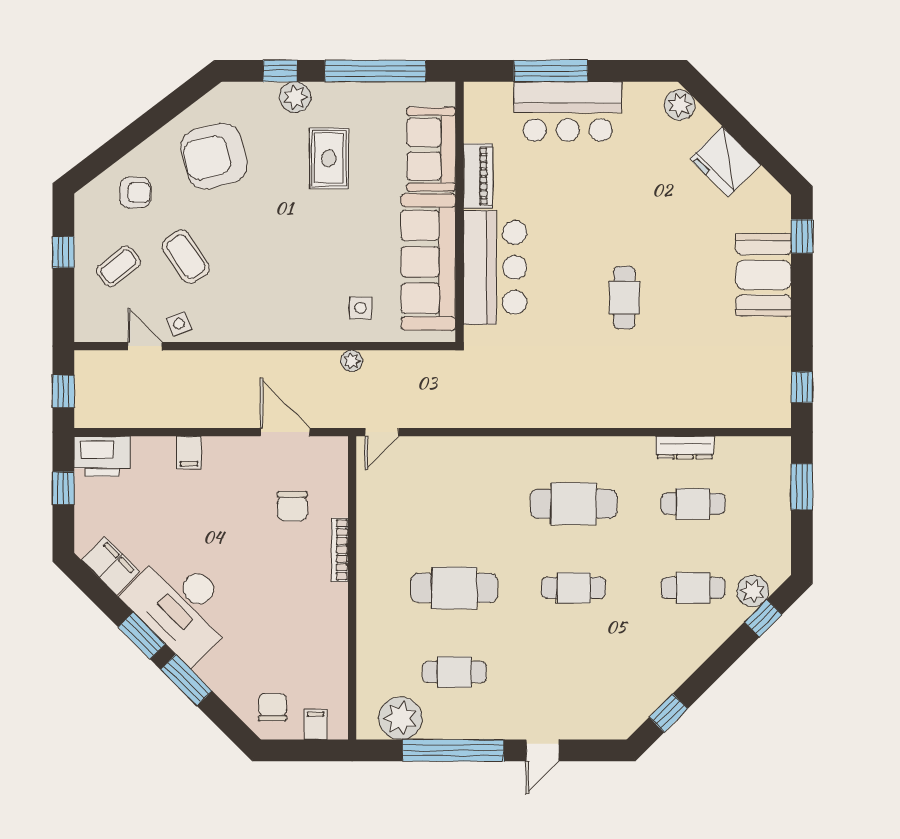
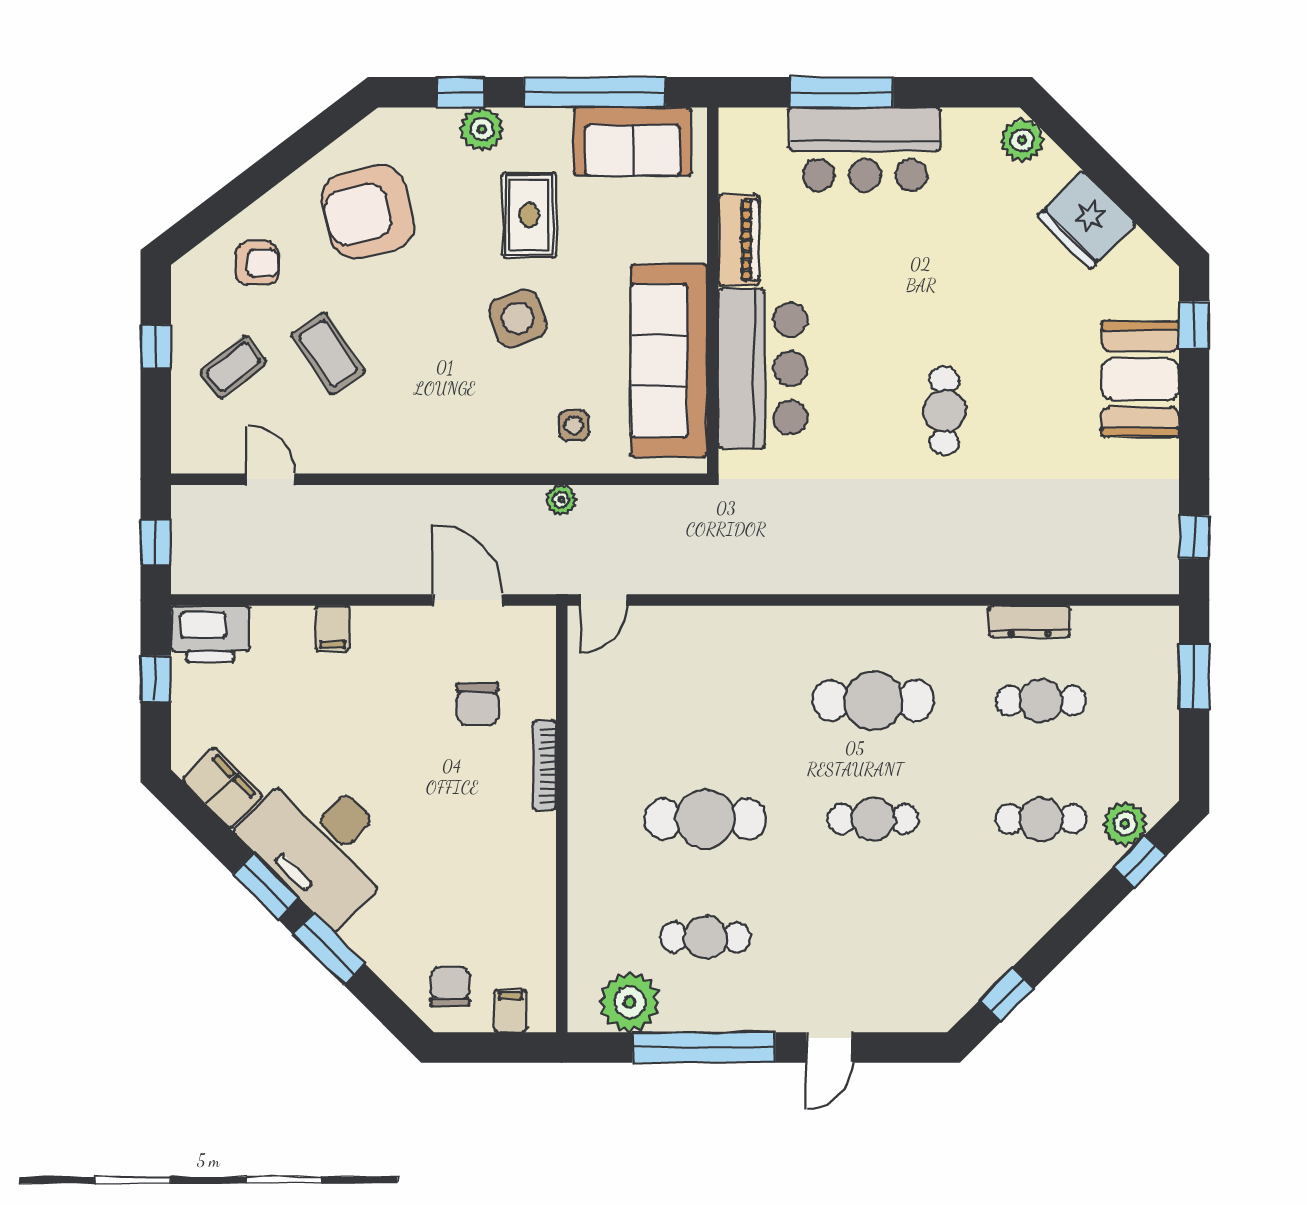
sofa: (431, 149) -> (633, 141), moved, turned -90
side table: (179, 324) -> (518, 318), moved, width x1.87, depth x1.87

